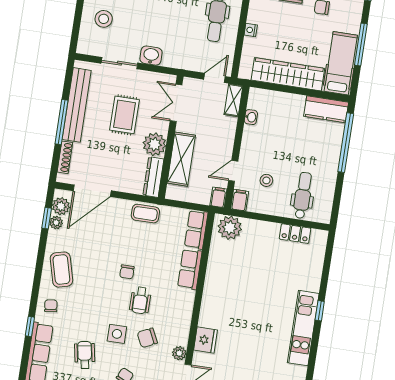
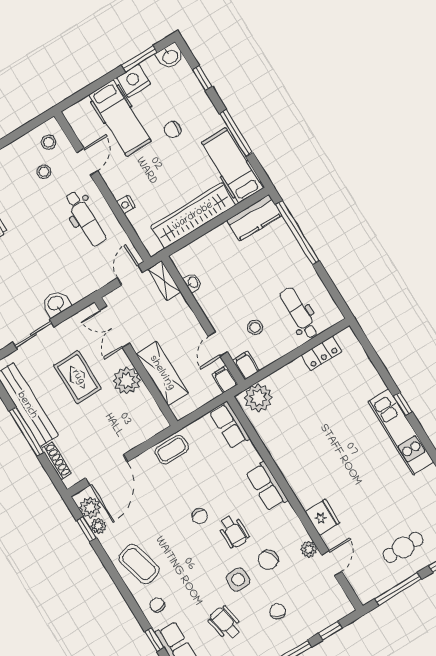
dresser: (153, 177) -> (151, 411), removed
row of seats: (190, 269) -> (267, 486), moved

